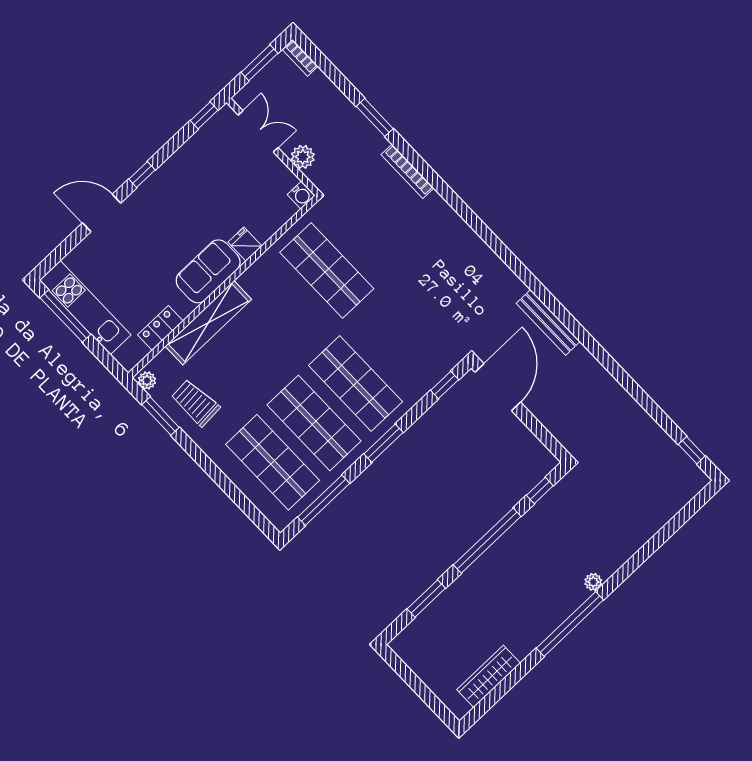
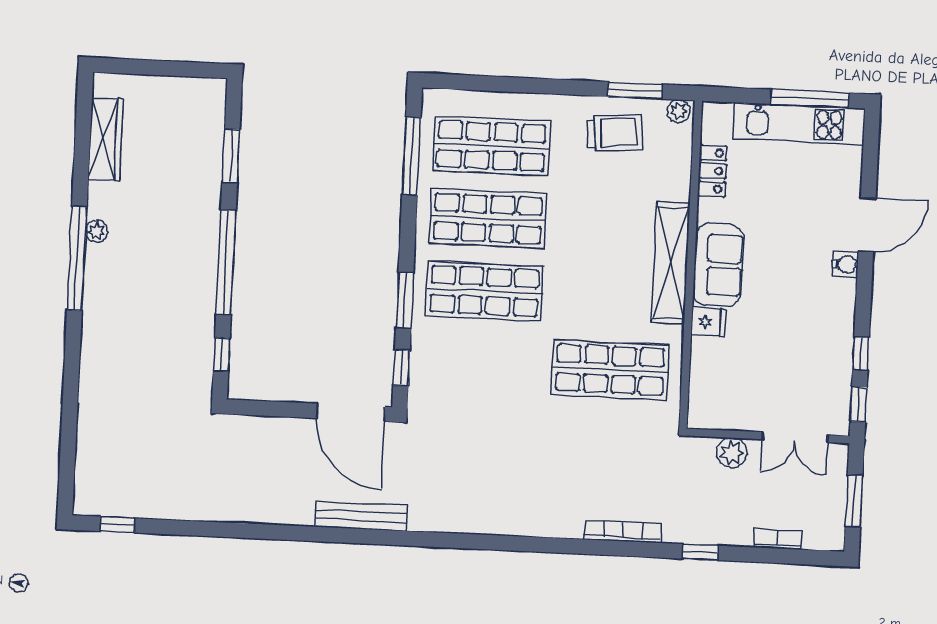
bookcase: (300, 58) -> (778, 539), moved
window: (375, 117) -> (700, 552), width x0.67
window: (142, 175) -> (861, 353), moved
water cooler: (301, 195) -> (845, 264), moved, turned 180
shelving: (208, 323) -> (671, 263), moved
window: (383, 443) -> (405, 300), moved
plant: (593, 582) -> (97, 231), moved

